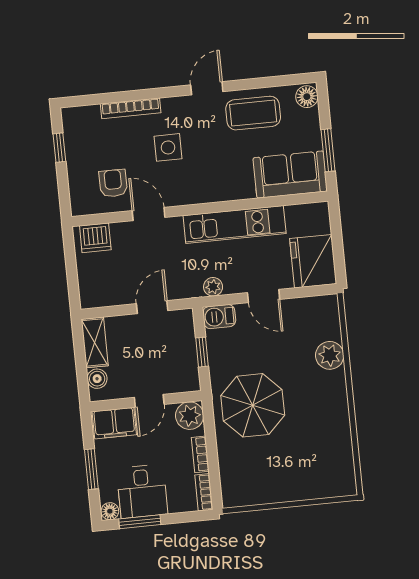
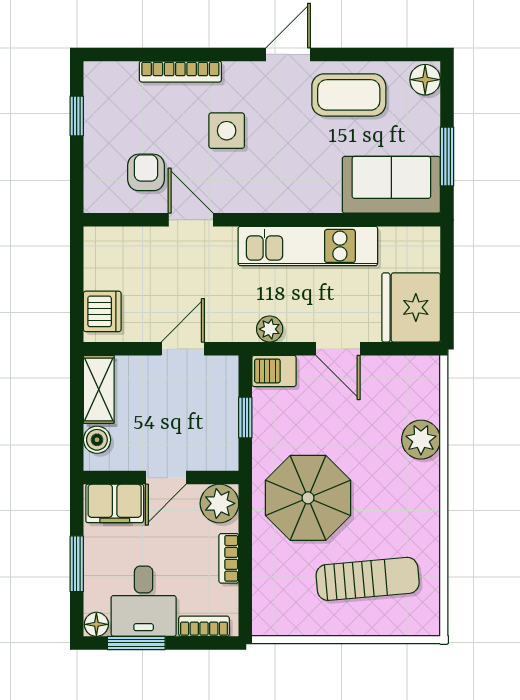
dishwasher: (95, 238) -> (102, 311), moved, turned -90
sun lounger: (301, 459) -> (368, 579), added
bookcase: (204, 492) -> (204, 626), moved, turned 90

